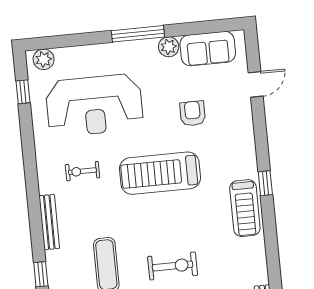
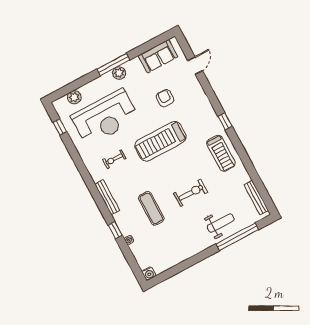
plant: (169, 47) -> (119, 73), moved
plant: (44, 59) -> (74, 97), moved
treadmill: (245, 208) -> (221, 153), moved

